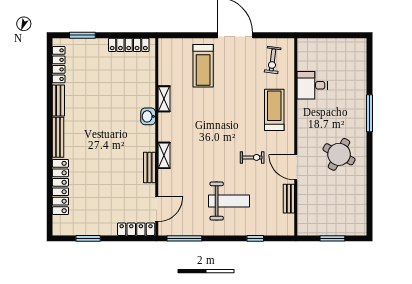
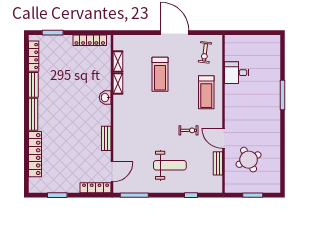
treadmill: (203, 66) -> (160, 74), moved
treadmill: (274, 110) -> (206, 92), turned 180
round table: (339, 154) -> (249, 160), moved, turned 35
shelving: (164, 155) -> (118, 62), moved

